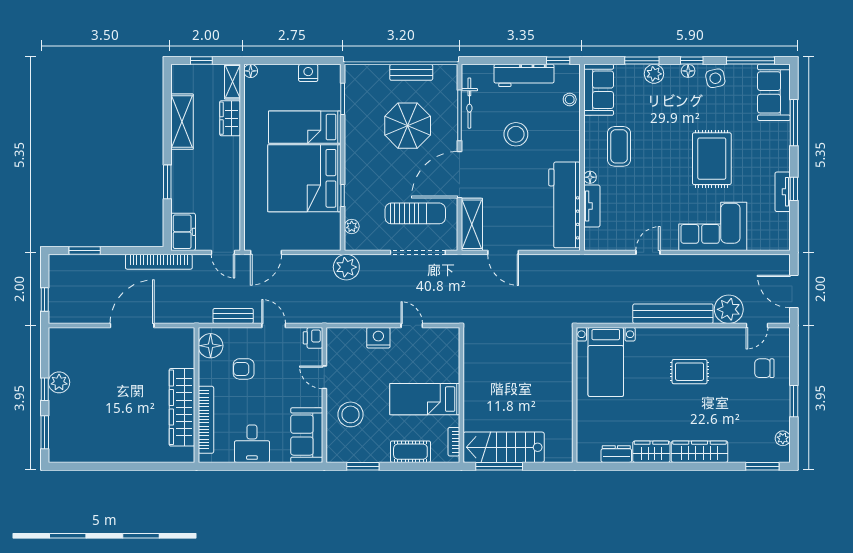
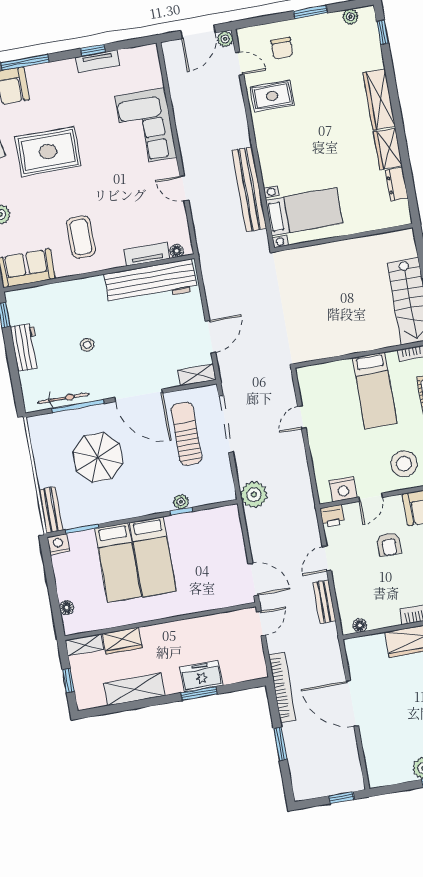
floor lamp: (251, 71) -> (67, 608), moved
bench: (411, 72) -> (51, 510), moved
nightstand: (308, 73) -> (58, 544), moved, turned 90
workbench: (524, 75) -> (25, 347), width x0.73
stool: (570, 99) -> (42, 296), removed
stool: (516, 134) -> (87, 345), width x0.53, depth x0.53
coffee table: (619, 146) -> (81, 237), turned 90
rug: (712, 159) -> (48, 152), moved
floor lamp: (590, 177) -> (177, 251), moved
bed: (304, 178) -> (153, 557), width x0.49
shelving: (472, 224) -> (197, 375), width x0.67, depth x0.75
plant: (352, 226) -> (181, 502), moved
freezer: (183, 232) -> (201, 676), moved
window: (85, 251) -> (280, 744), moved
plant: (729, 309) -> (225, 39), moved, width x0.53, depth x0.53
bench: (673, 314) -> (249, 189), moved
nightstand: (378, 338) -> (343, 489), moved, turned -90
floor lamp: (211, 346) -> (360, 625), width x0.53, depth x0.53
armchair: (244, 369) -> (389, 544), moved
rug: (690, 372) -> (272, 96), moved, turned 90
window: (762, 466) -> (383, 32), width x0.67

